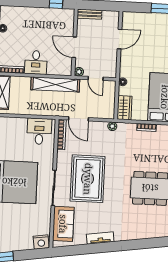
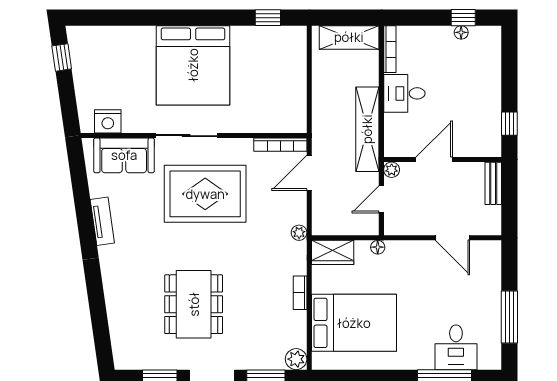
desk: (39, 131) -> (284, 105), removed
nightstand: (41, 242) -> (108, 121), moved, turned -82

